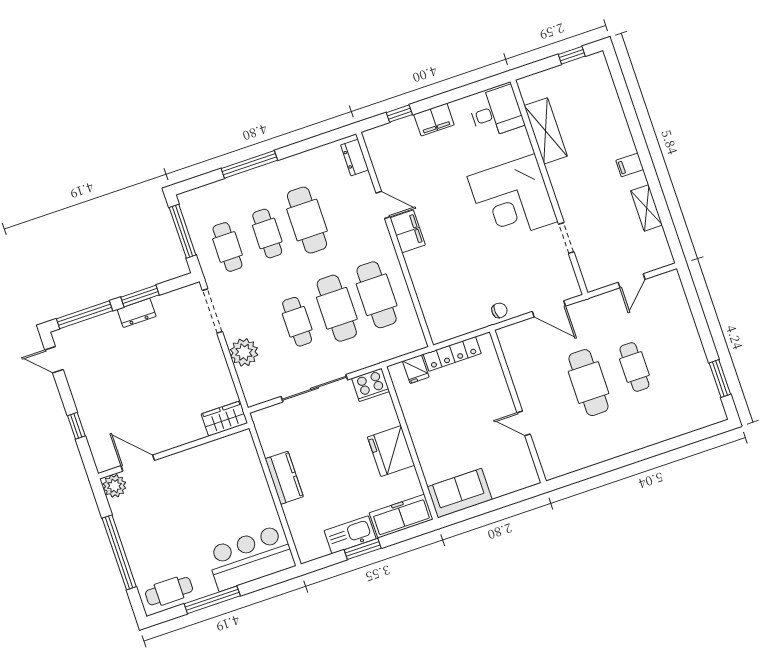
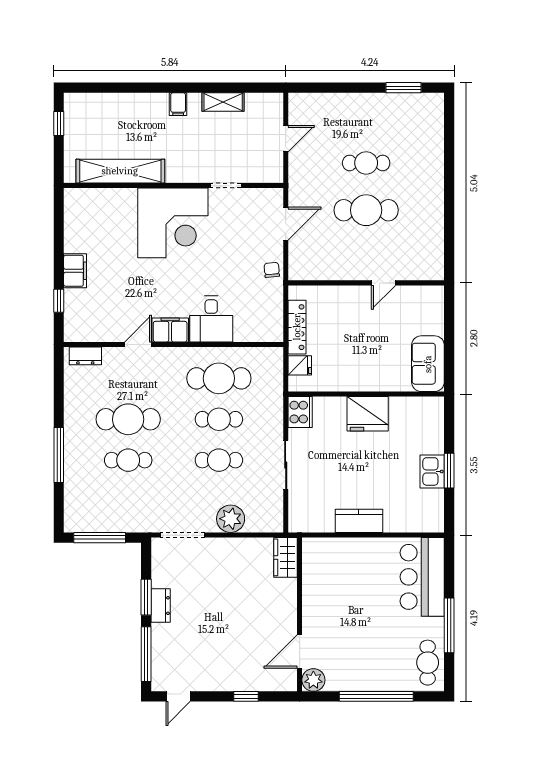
desk: (496, 112) -> (211, 319), moved, turned 180
shelving: (546, 131) -> (120, 171), width x1.47
cafe table: (227, 247) -> (128, 501), removed
door: (632, 281) -> (286, 139), hinge flipped
cafe table: (337, 308) -> (219, 419), width x0.73, depth x0.74
sliding door: (314, 388) -> (286, 465), width x0.73
freezer: (401, 516) -> (431, 425), removed
kitchen sink: (350, 535) -> (432, 471), width x0.73

